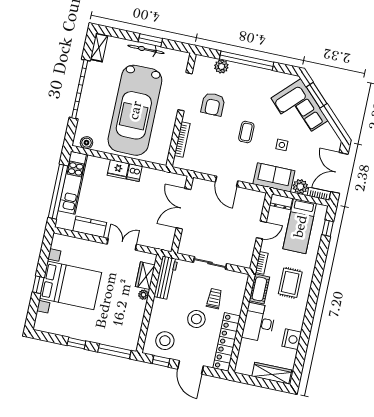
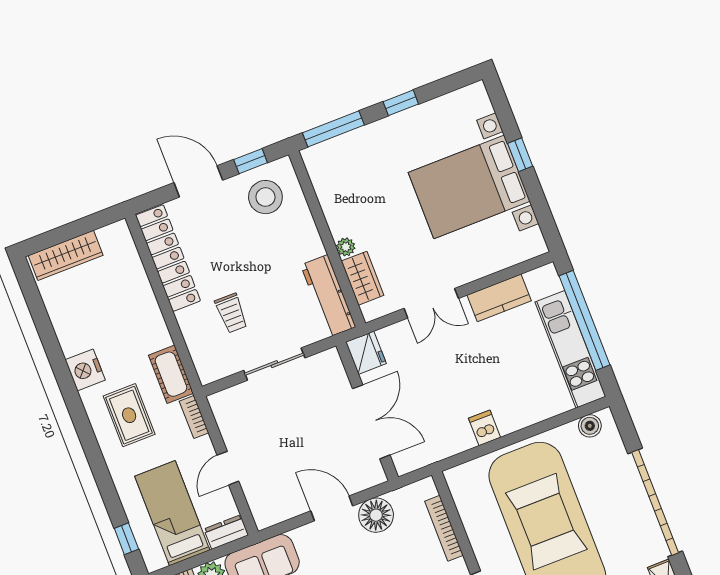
floor lamp: (209, 165) -> (376, 515), added
fridge: (118, 169) -> (366, 353), moved, turned 90
stool: (196, 319) -> (238, 263), removed
desk: (259, 323) -> (137, 321), removed
nightstand: (292, 339) -> (85, 370), moved

